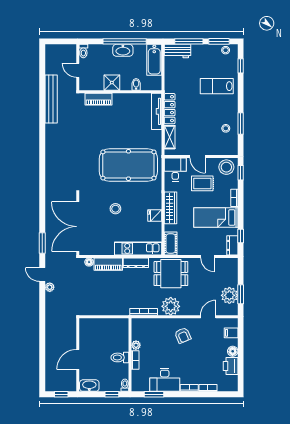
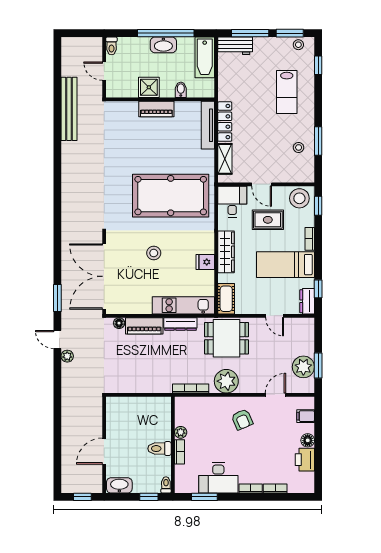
lab bench: (217, 86) -> (287, 92), turned -90
piano: (98, 99) -> (156, 109), moved

